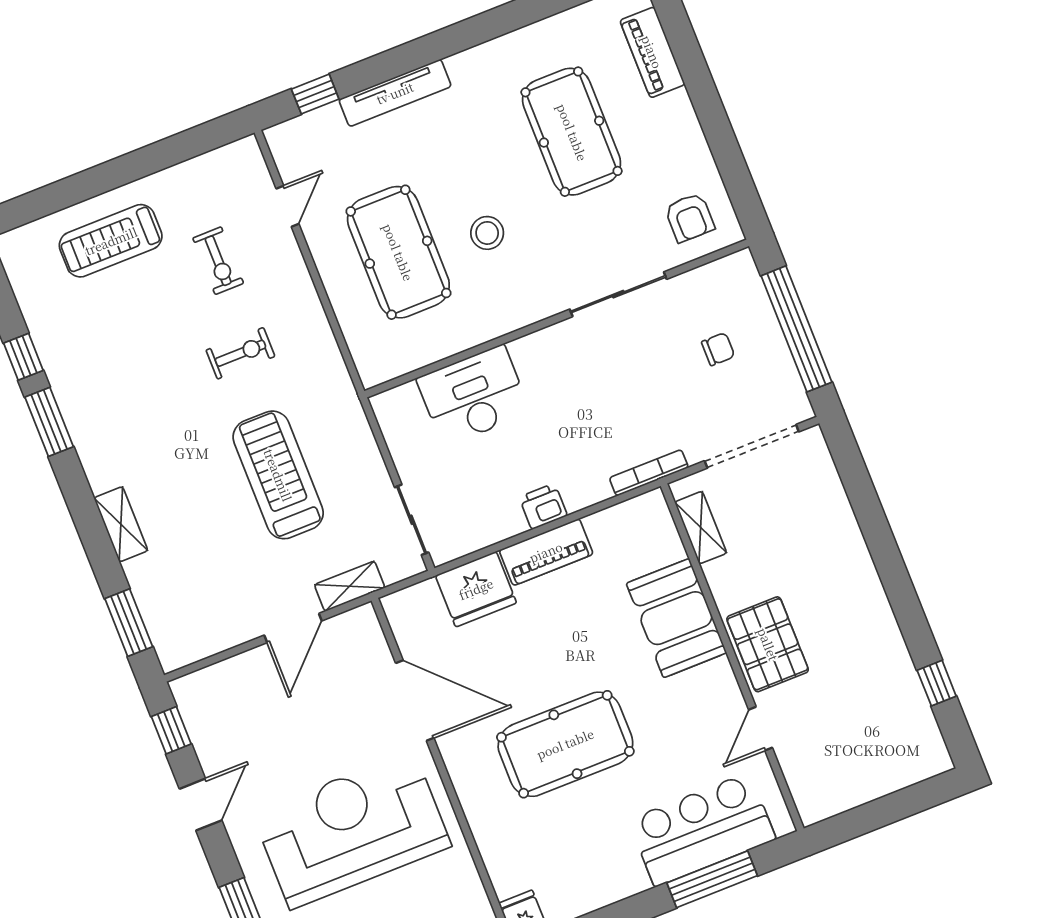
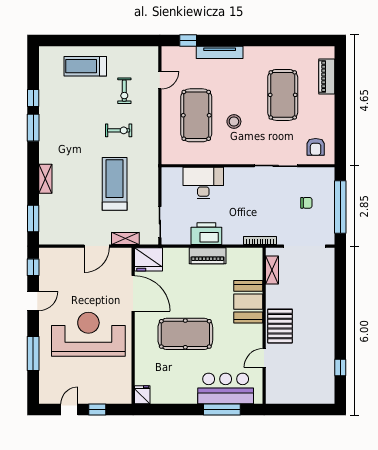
printer: (543, 506) -> (206, 234), width x1.87, depth x1.48
fridge: (476, 589) -> (148, 259), moved

